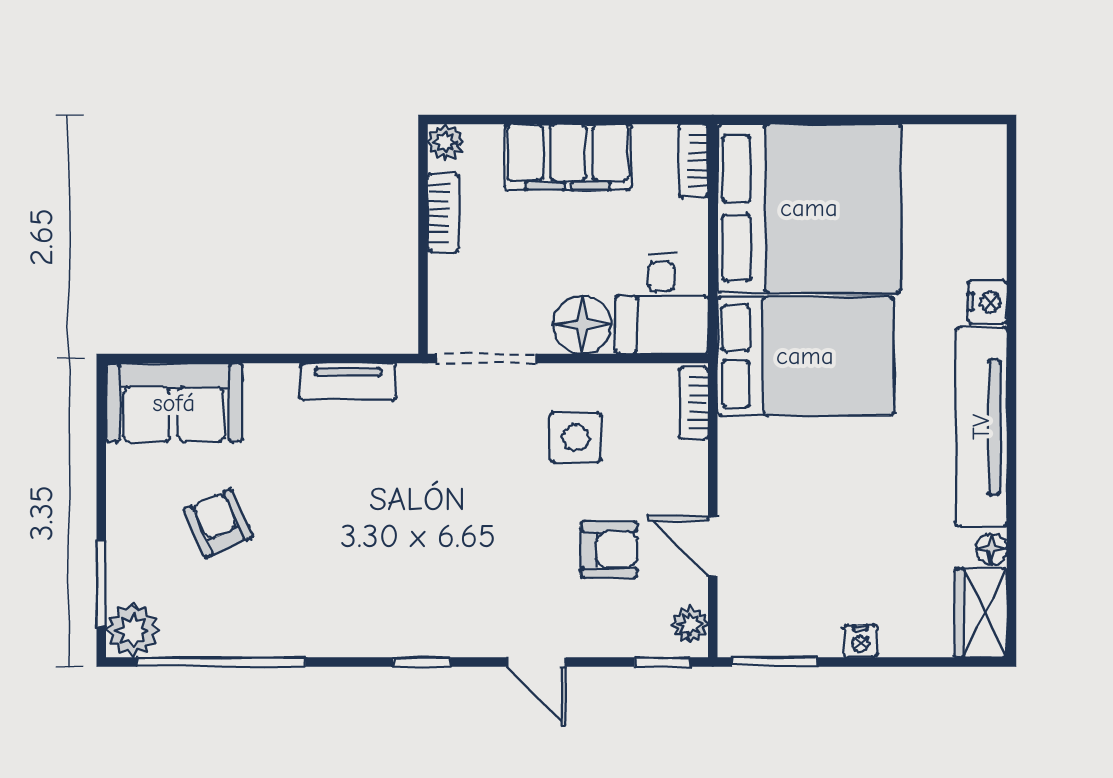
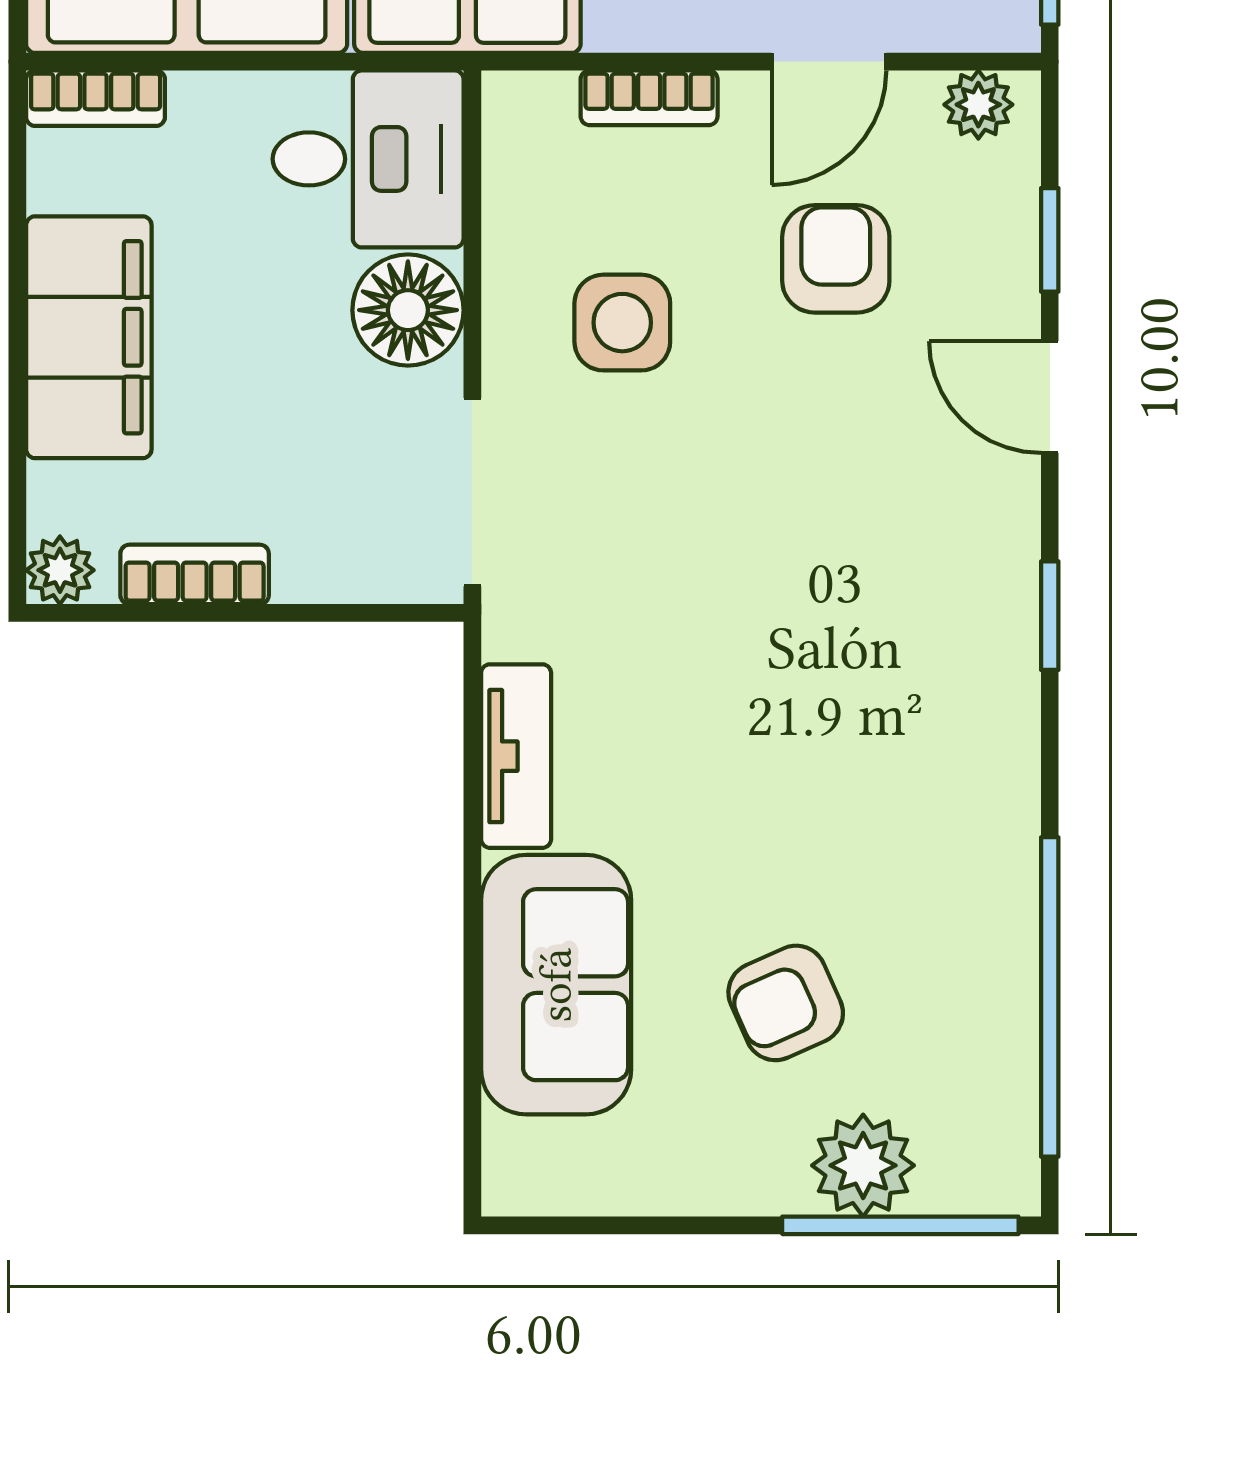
sofa: (174, 403) -> (556, 985), moved
bookcase: (694, 403) -> (649, 98), moved
window: (101, 584) -> (900, 1225), width x1.44
plant: (133, 631) -> (863, 1165), moved
door: (536, 662) -> (1050, 397), swing flipped
window: (662, 662) -> (1050, 240), moved

